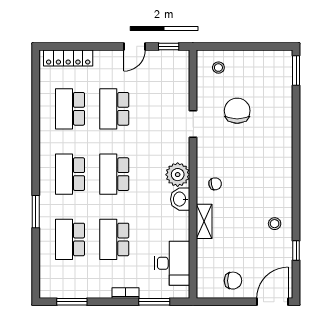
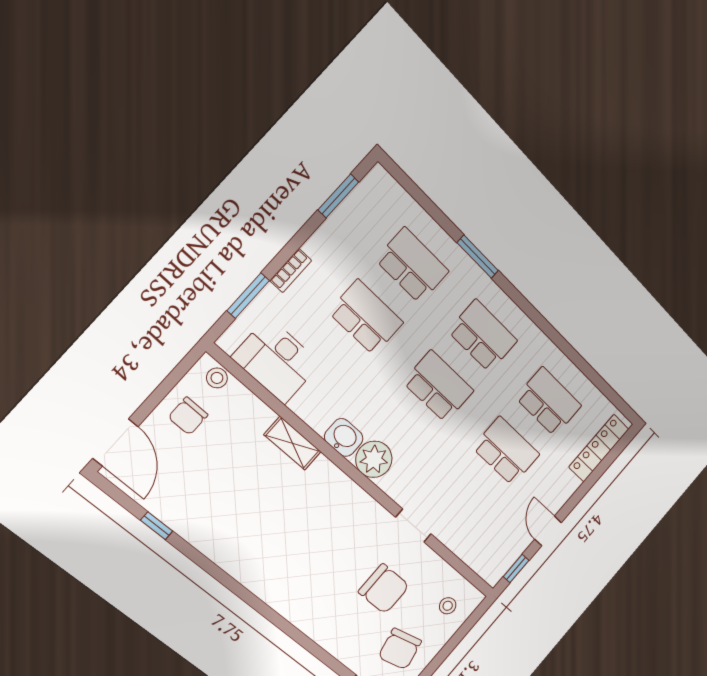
chair: (215, 184) -> (400, 649), moved, width x1.87, depth x1.87
stool: (275, 224) -> (217, 378), moved

